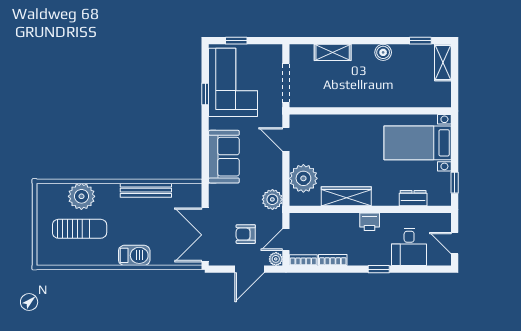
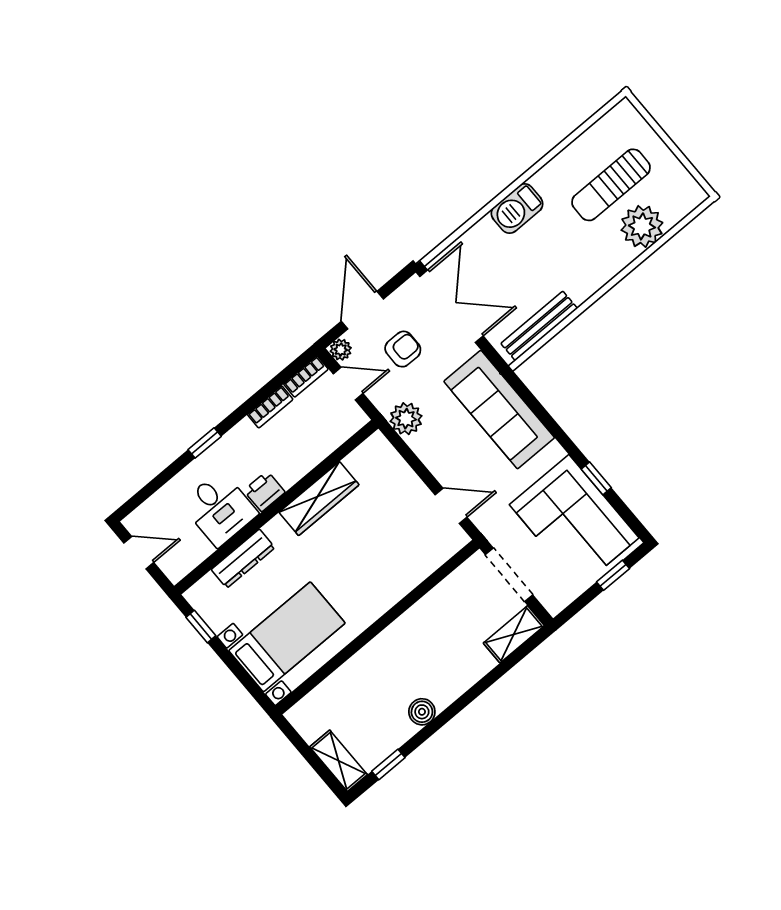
shelving: (333, 52) -> (514, 634), moved
sofa: (224, 157) -> (499, 410), width x1.36
plant: (303, 178) -> (390, 476), removed
bench: (146, 190) -> (539, 326), moved
dresser: (413, 198) -> (243, 559), width x1.44
door: (286, 240) -> (348, 384), hinge flipped
desk: (409, 247) -> (219, 509), moved, turned 180

